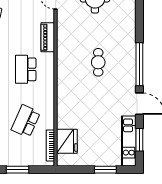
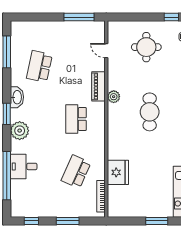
plant: (63, 47) -> (114, 97), added
cafe table: (98, 62) -> (150, 112), width x1.37, depth x1.35
fridge: (67, 141) -> (118, 172), moved

